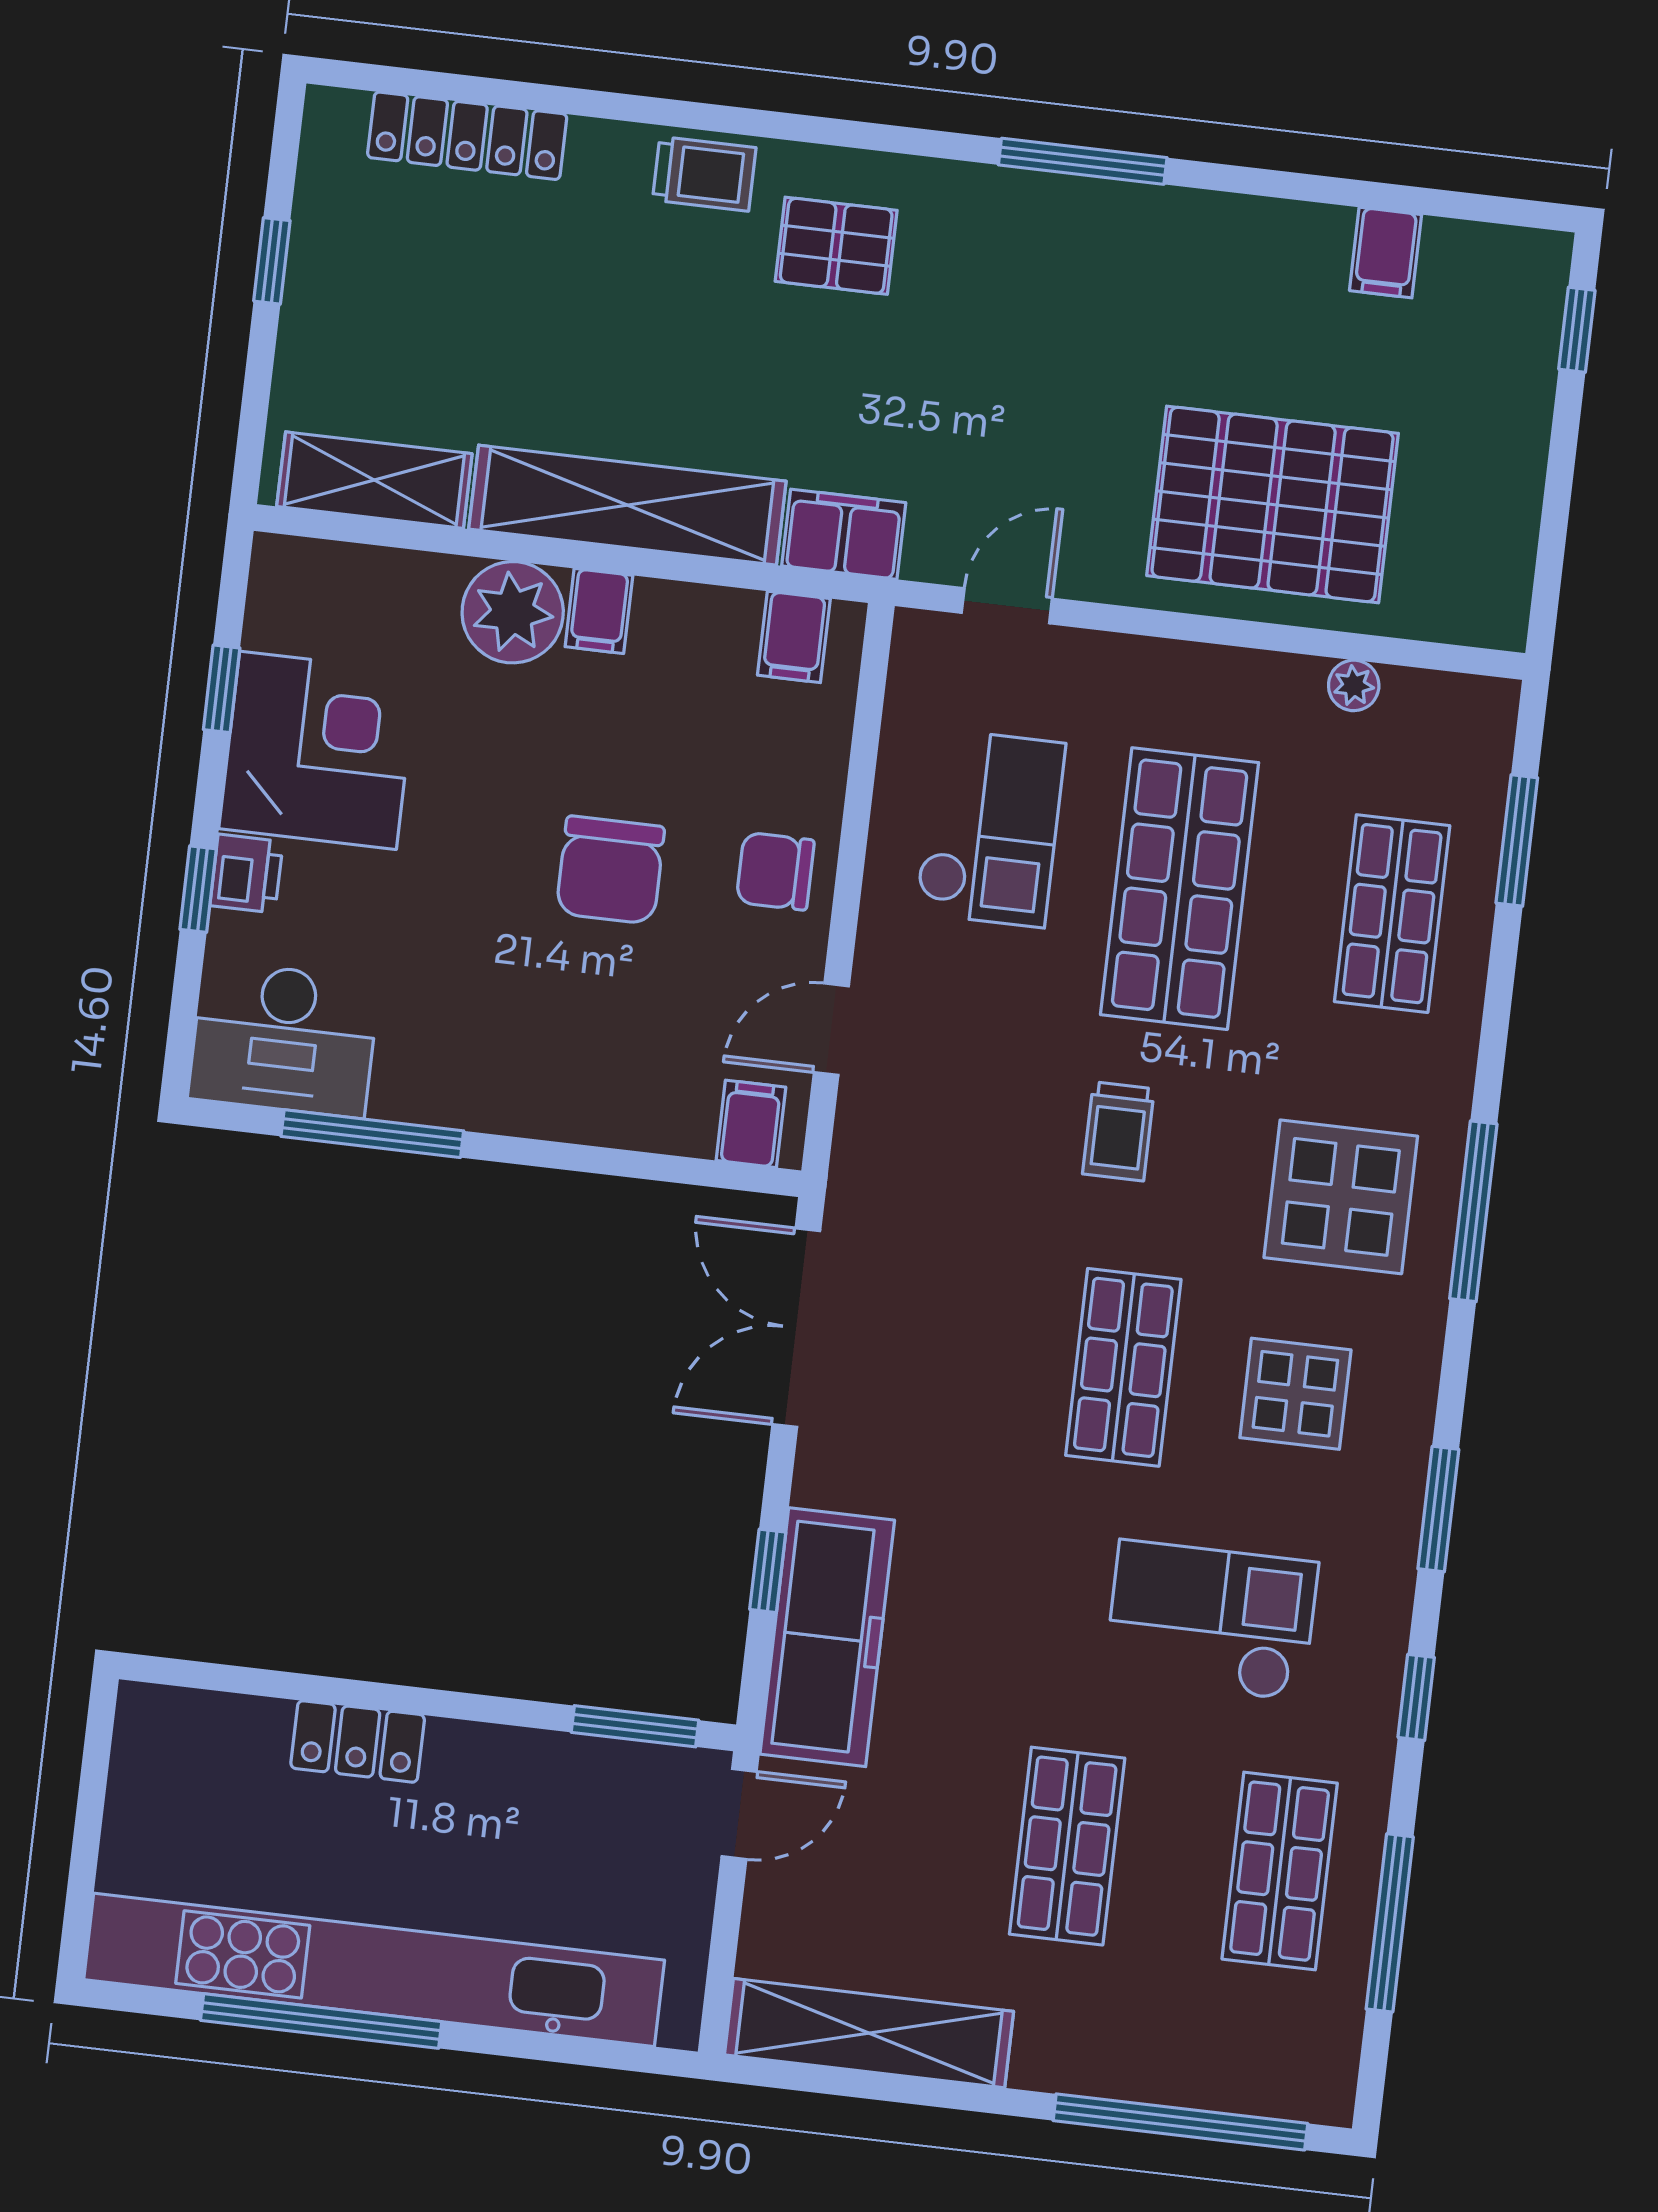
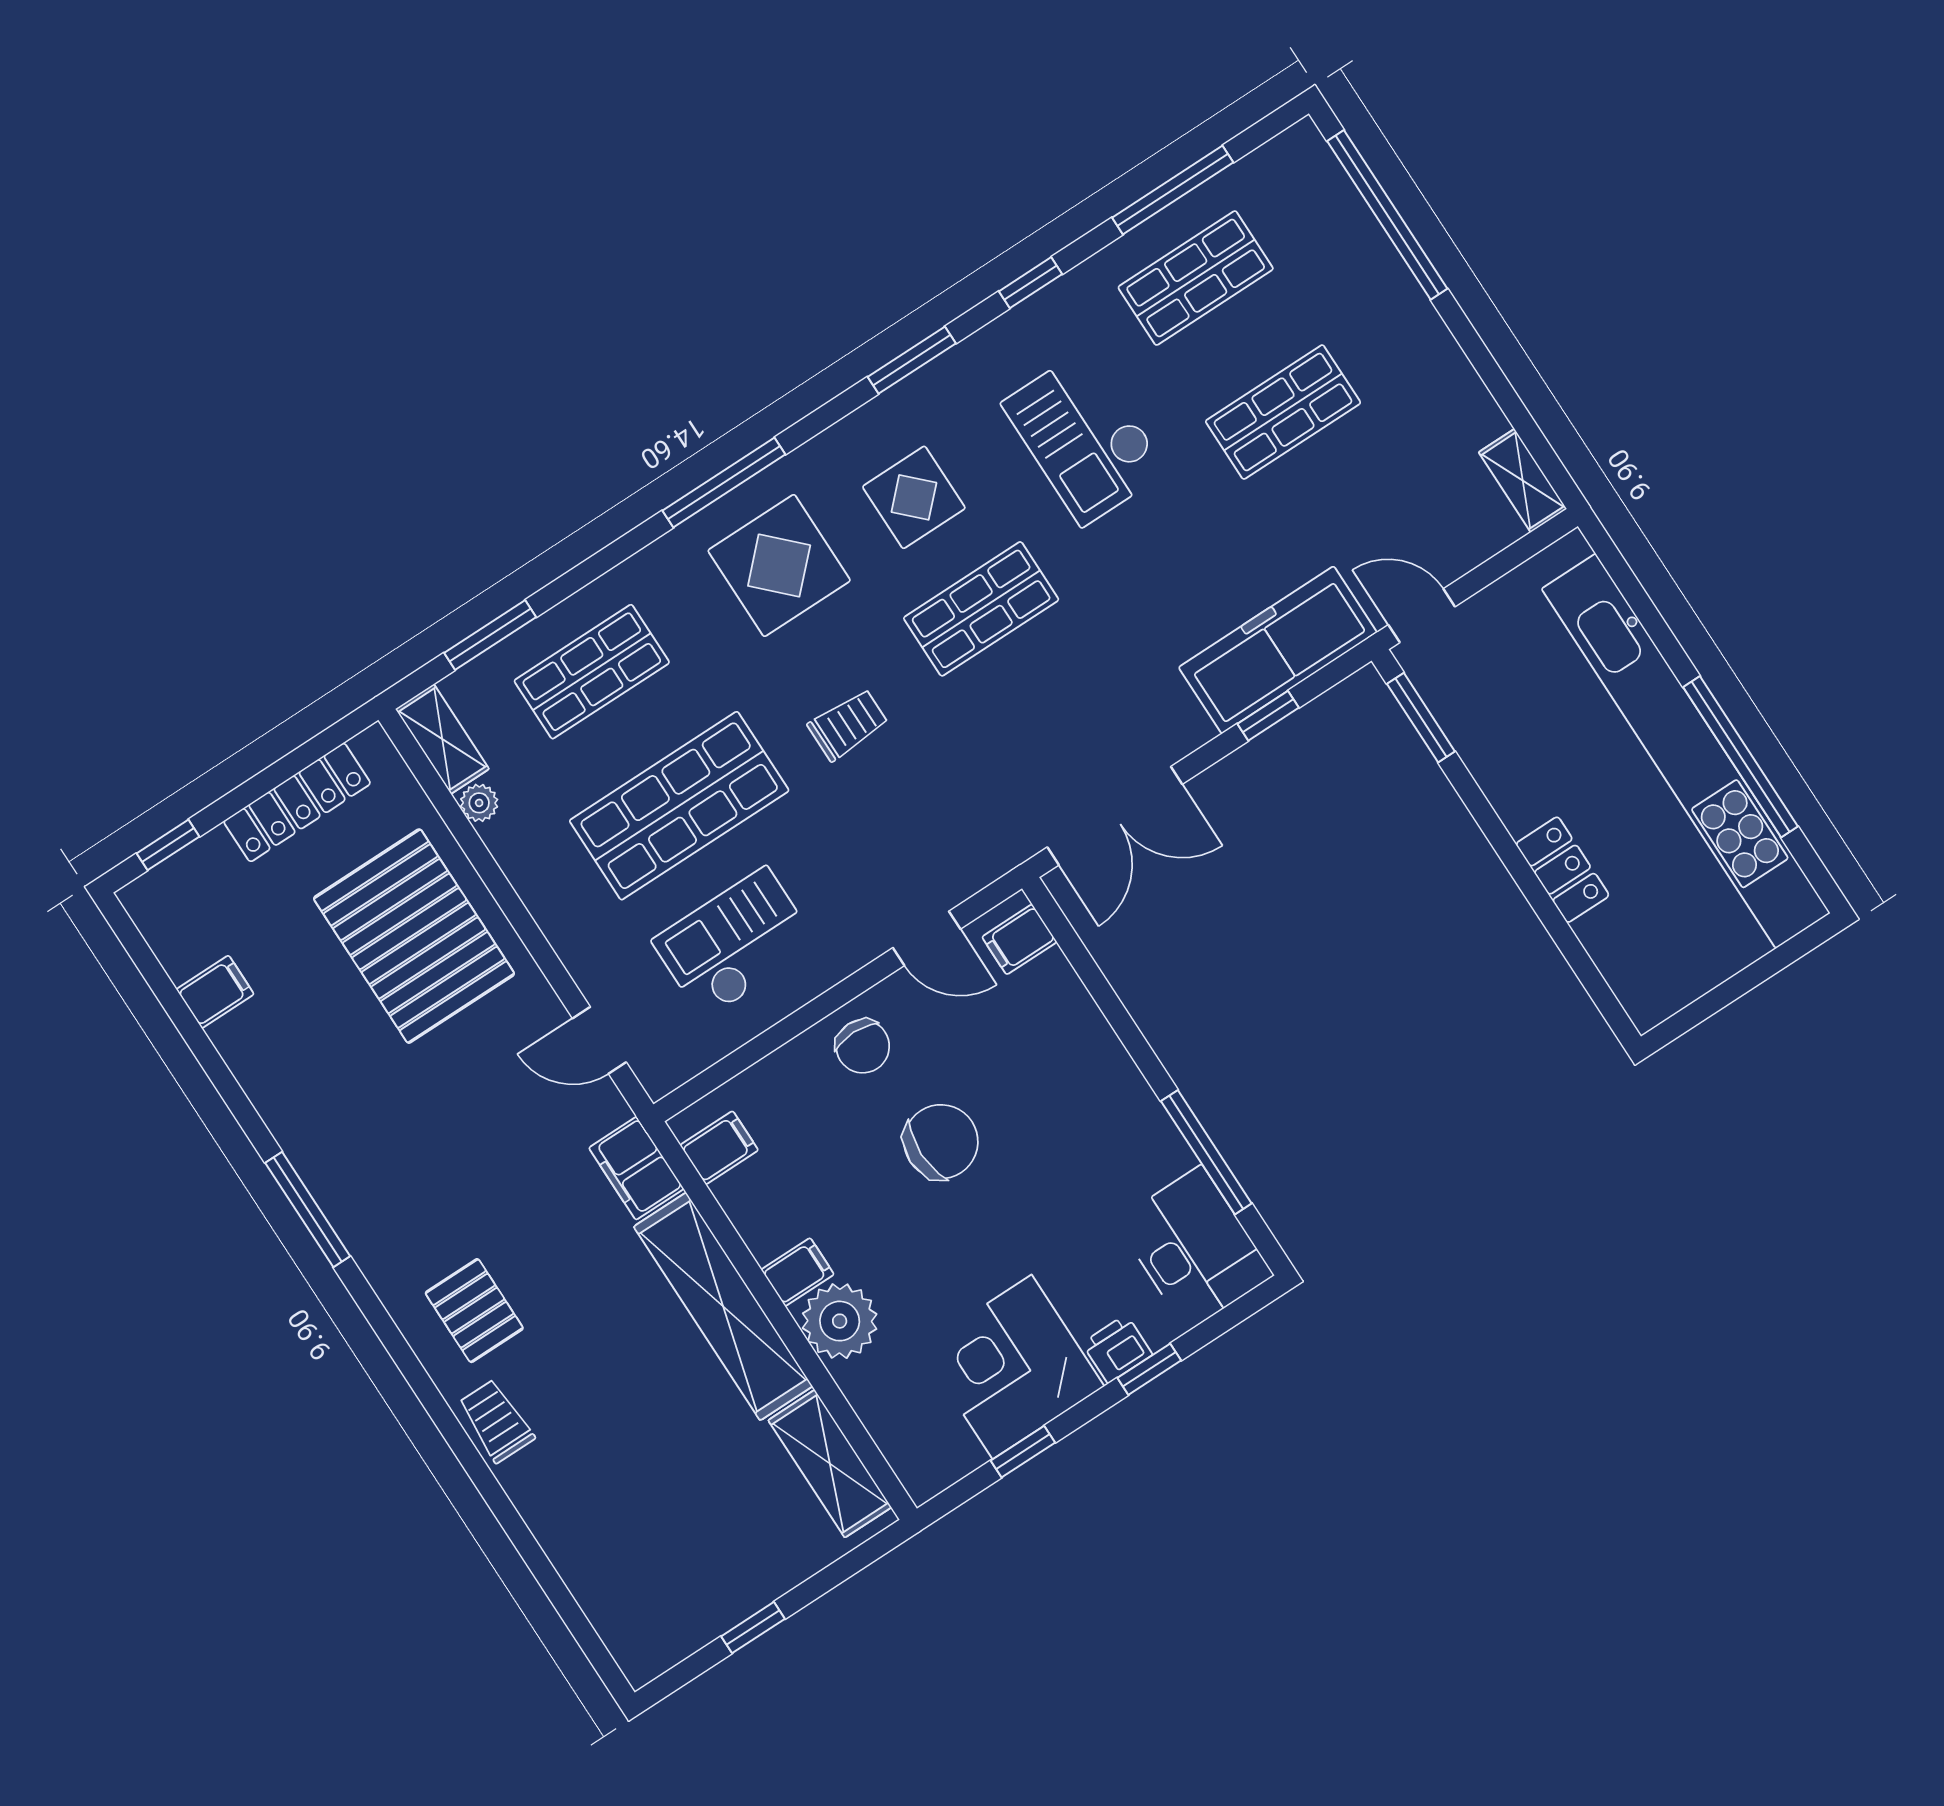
locker: (467, 136) -> (297, 802), moved, turned 90
shelving: (1451, 702) -> (442, 739), added
shelving: (869, 2033) -> (1523, 481), width x0.45, depth x0.75

